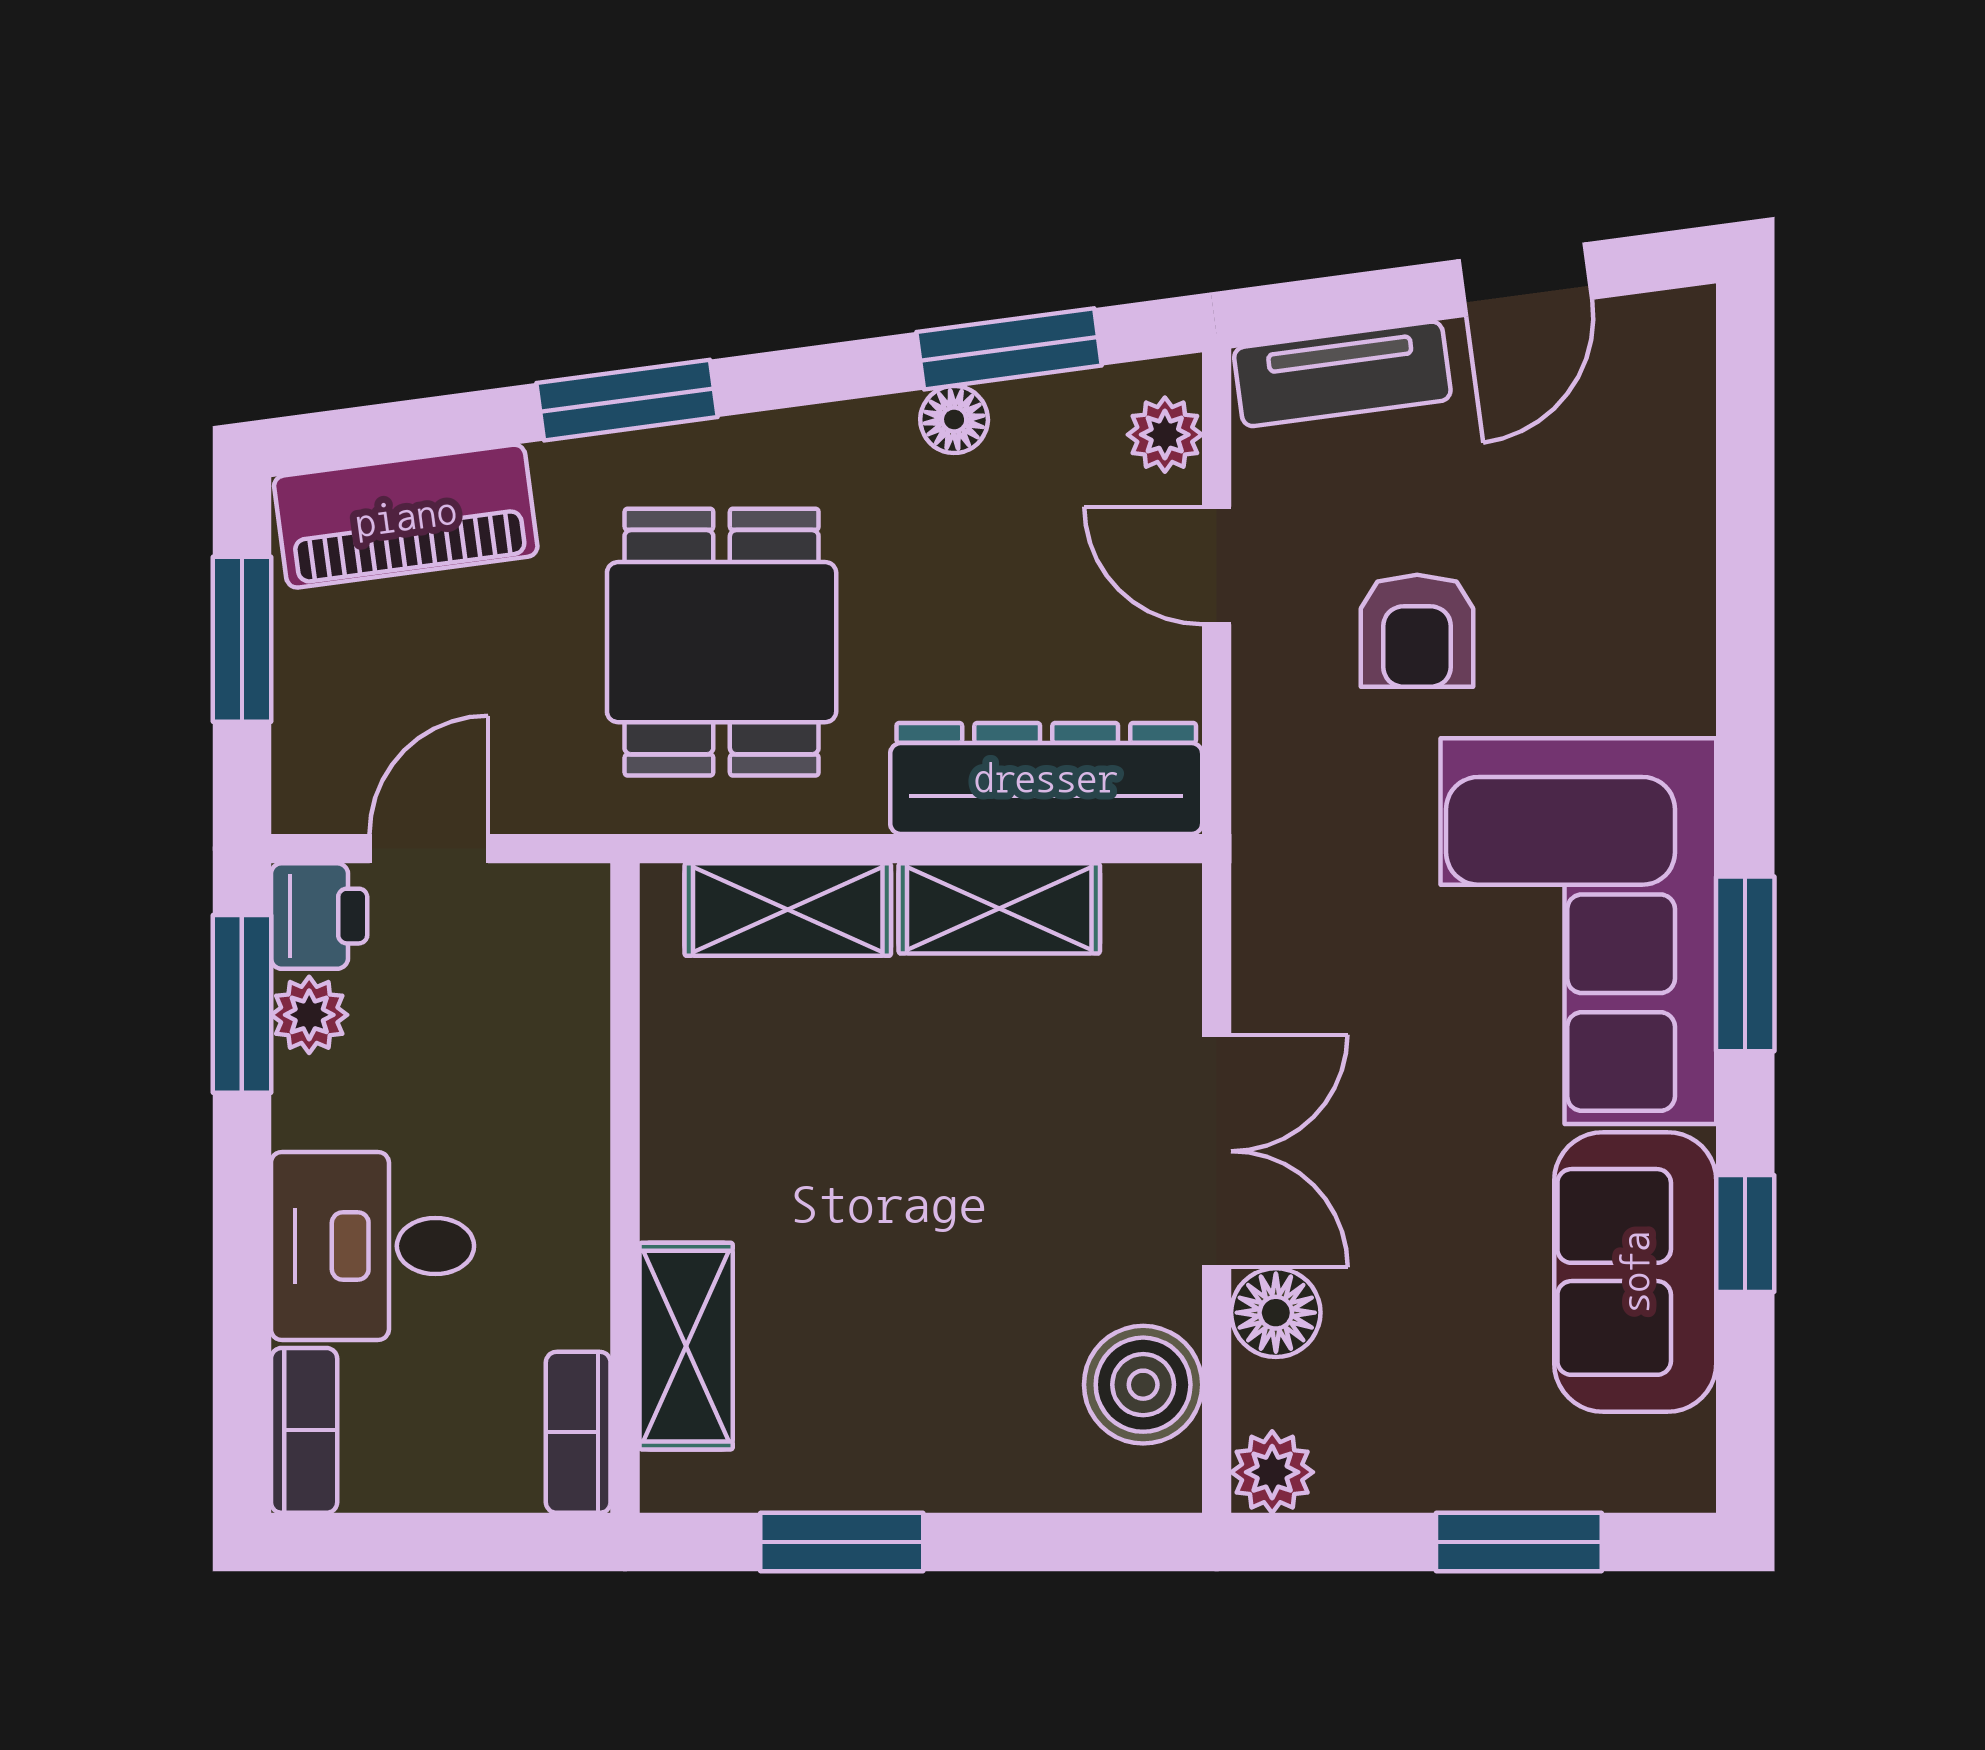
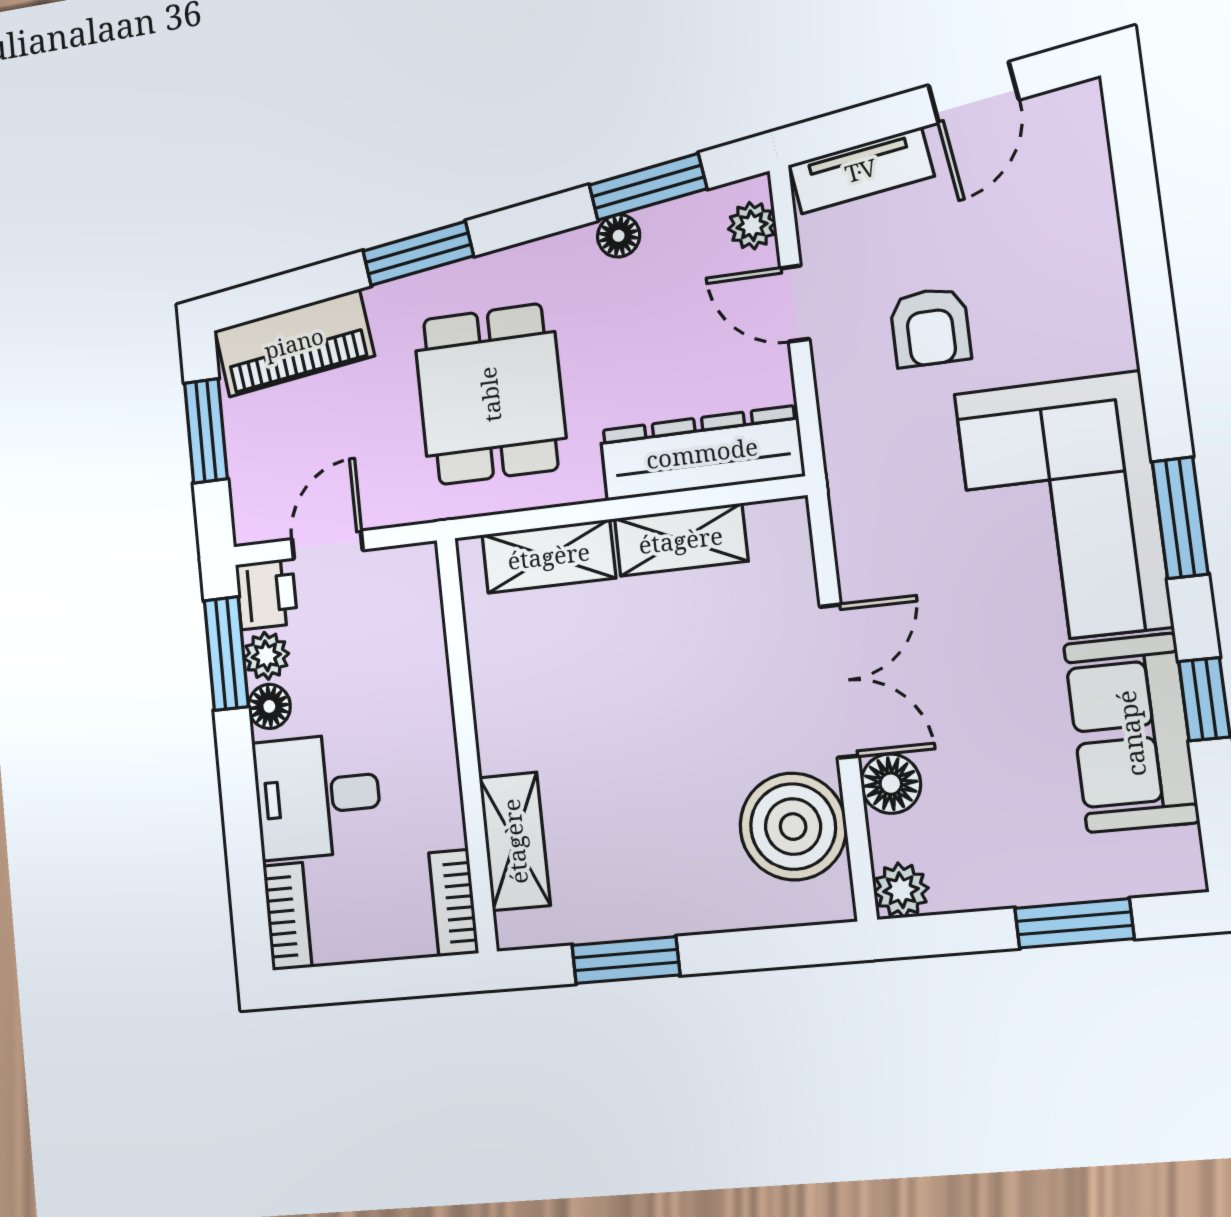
floor lamp: (306, 1096) -> (269, 706), added
boiler: (1143, 1385) -> (793, 827), width x1.37, depth x1.37

